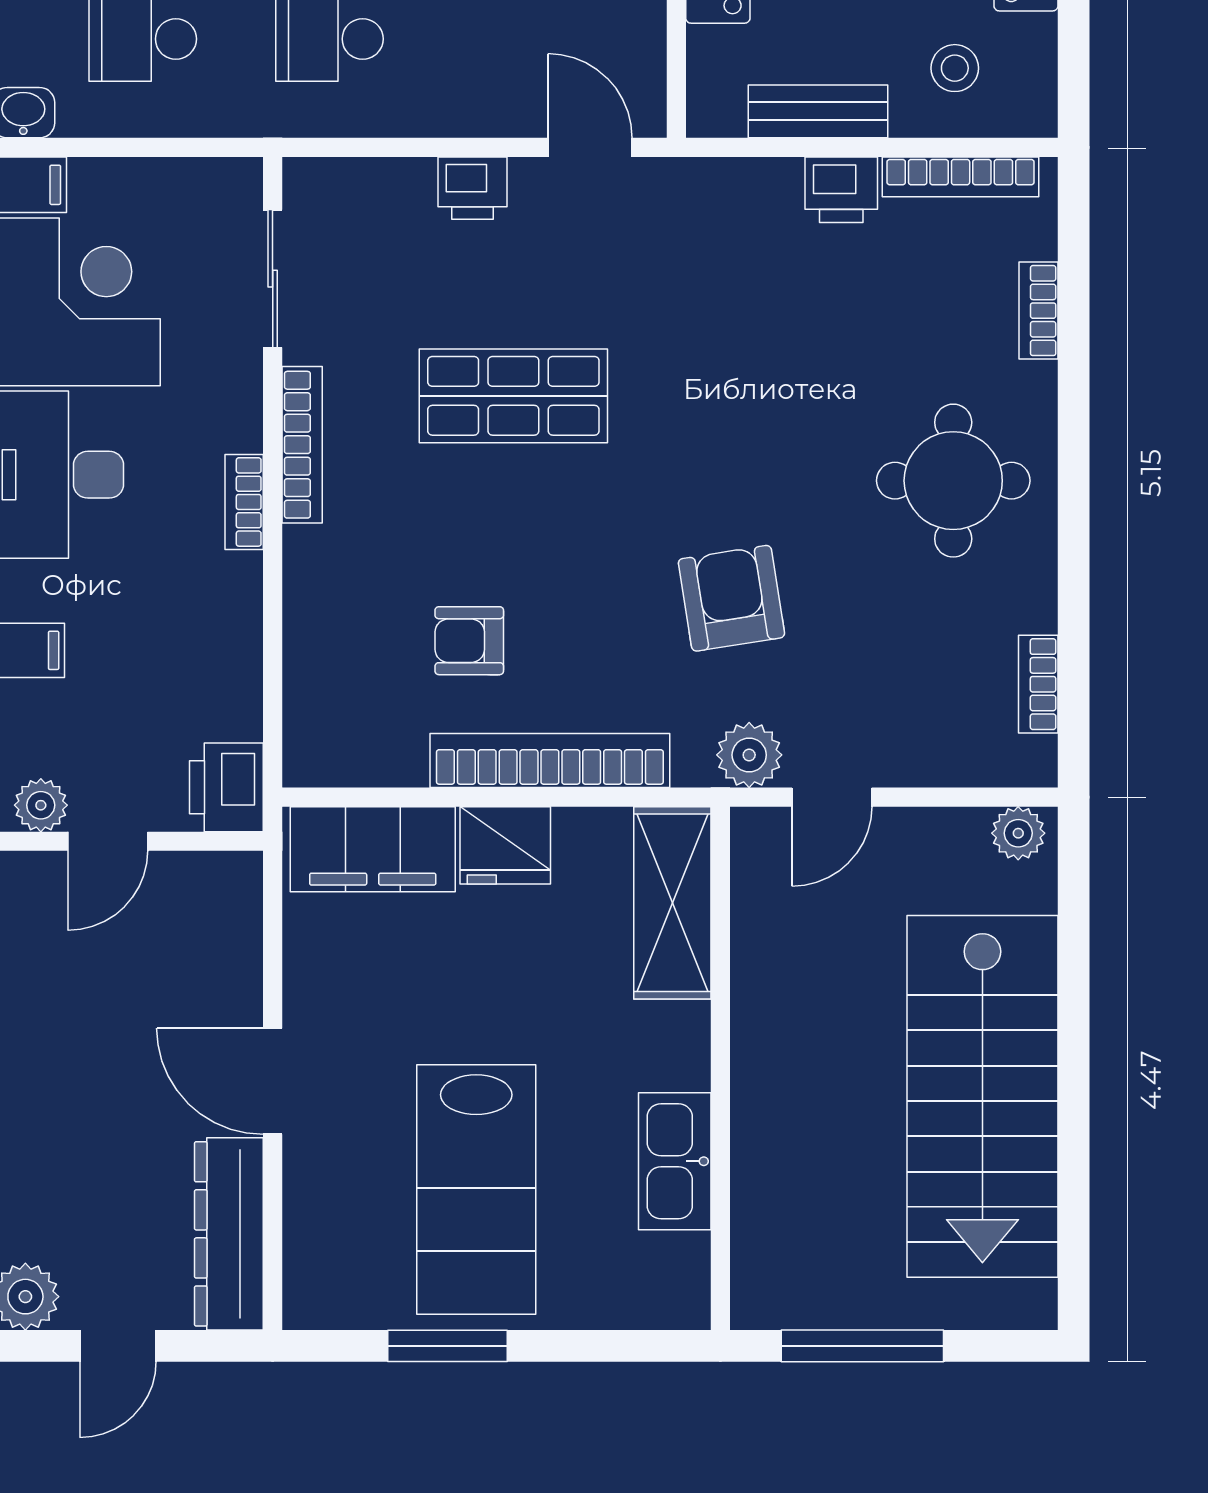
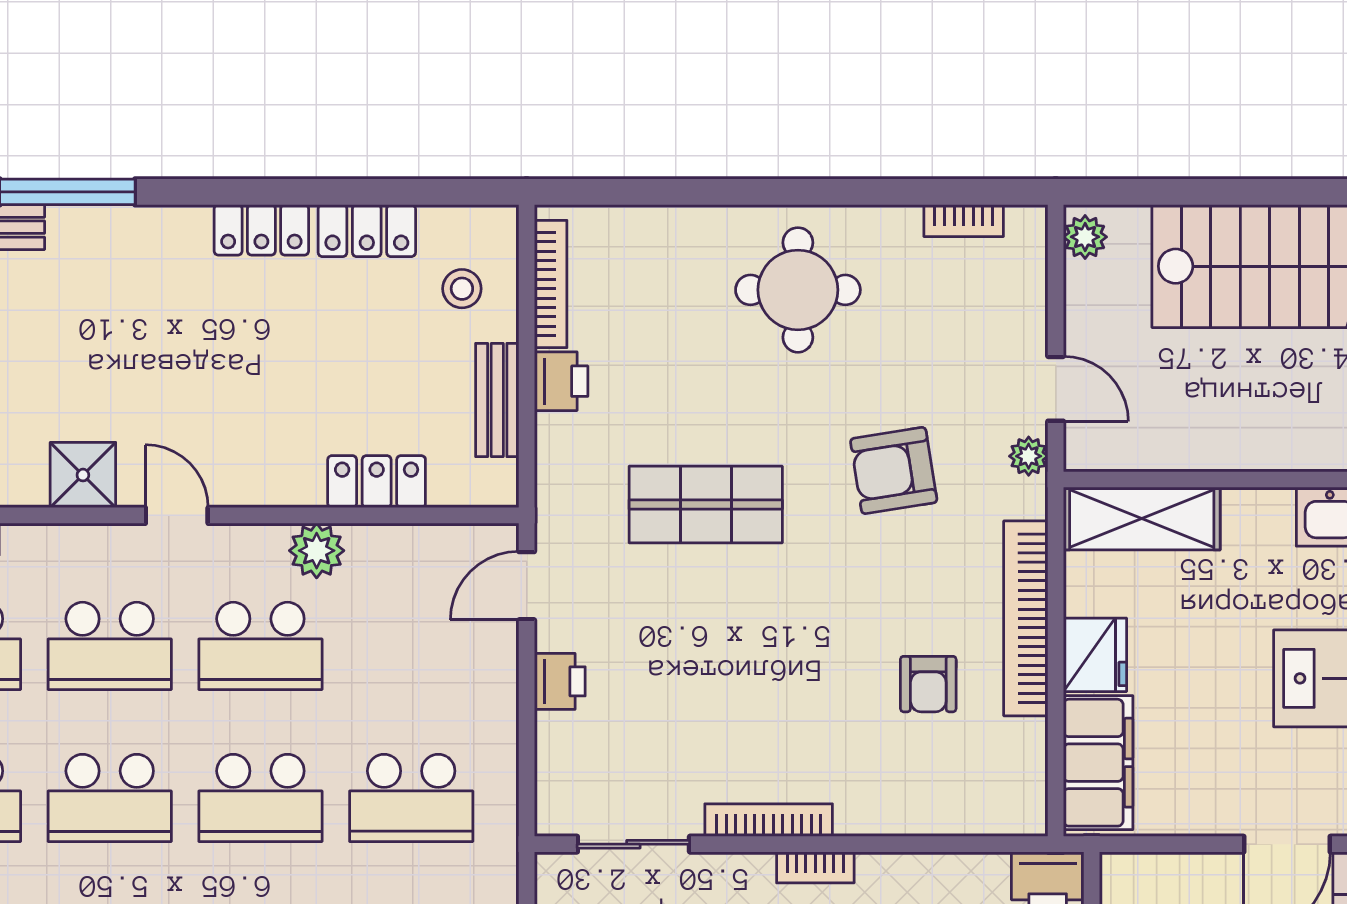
bookcase: (1038, 311) -> (659, 221), removed
shop shelf: (513, 396) -> (706, 504), moved, turned 90
plant: (749, 755) -> (1029, 456), width x0.73, depth x0.73

